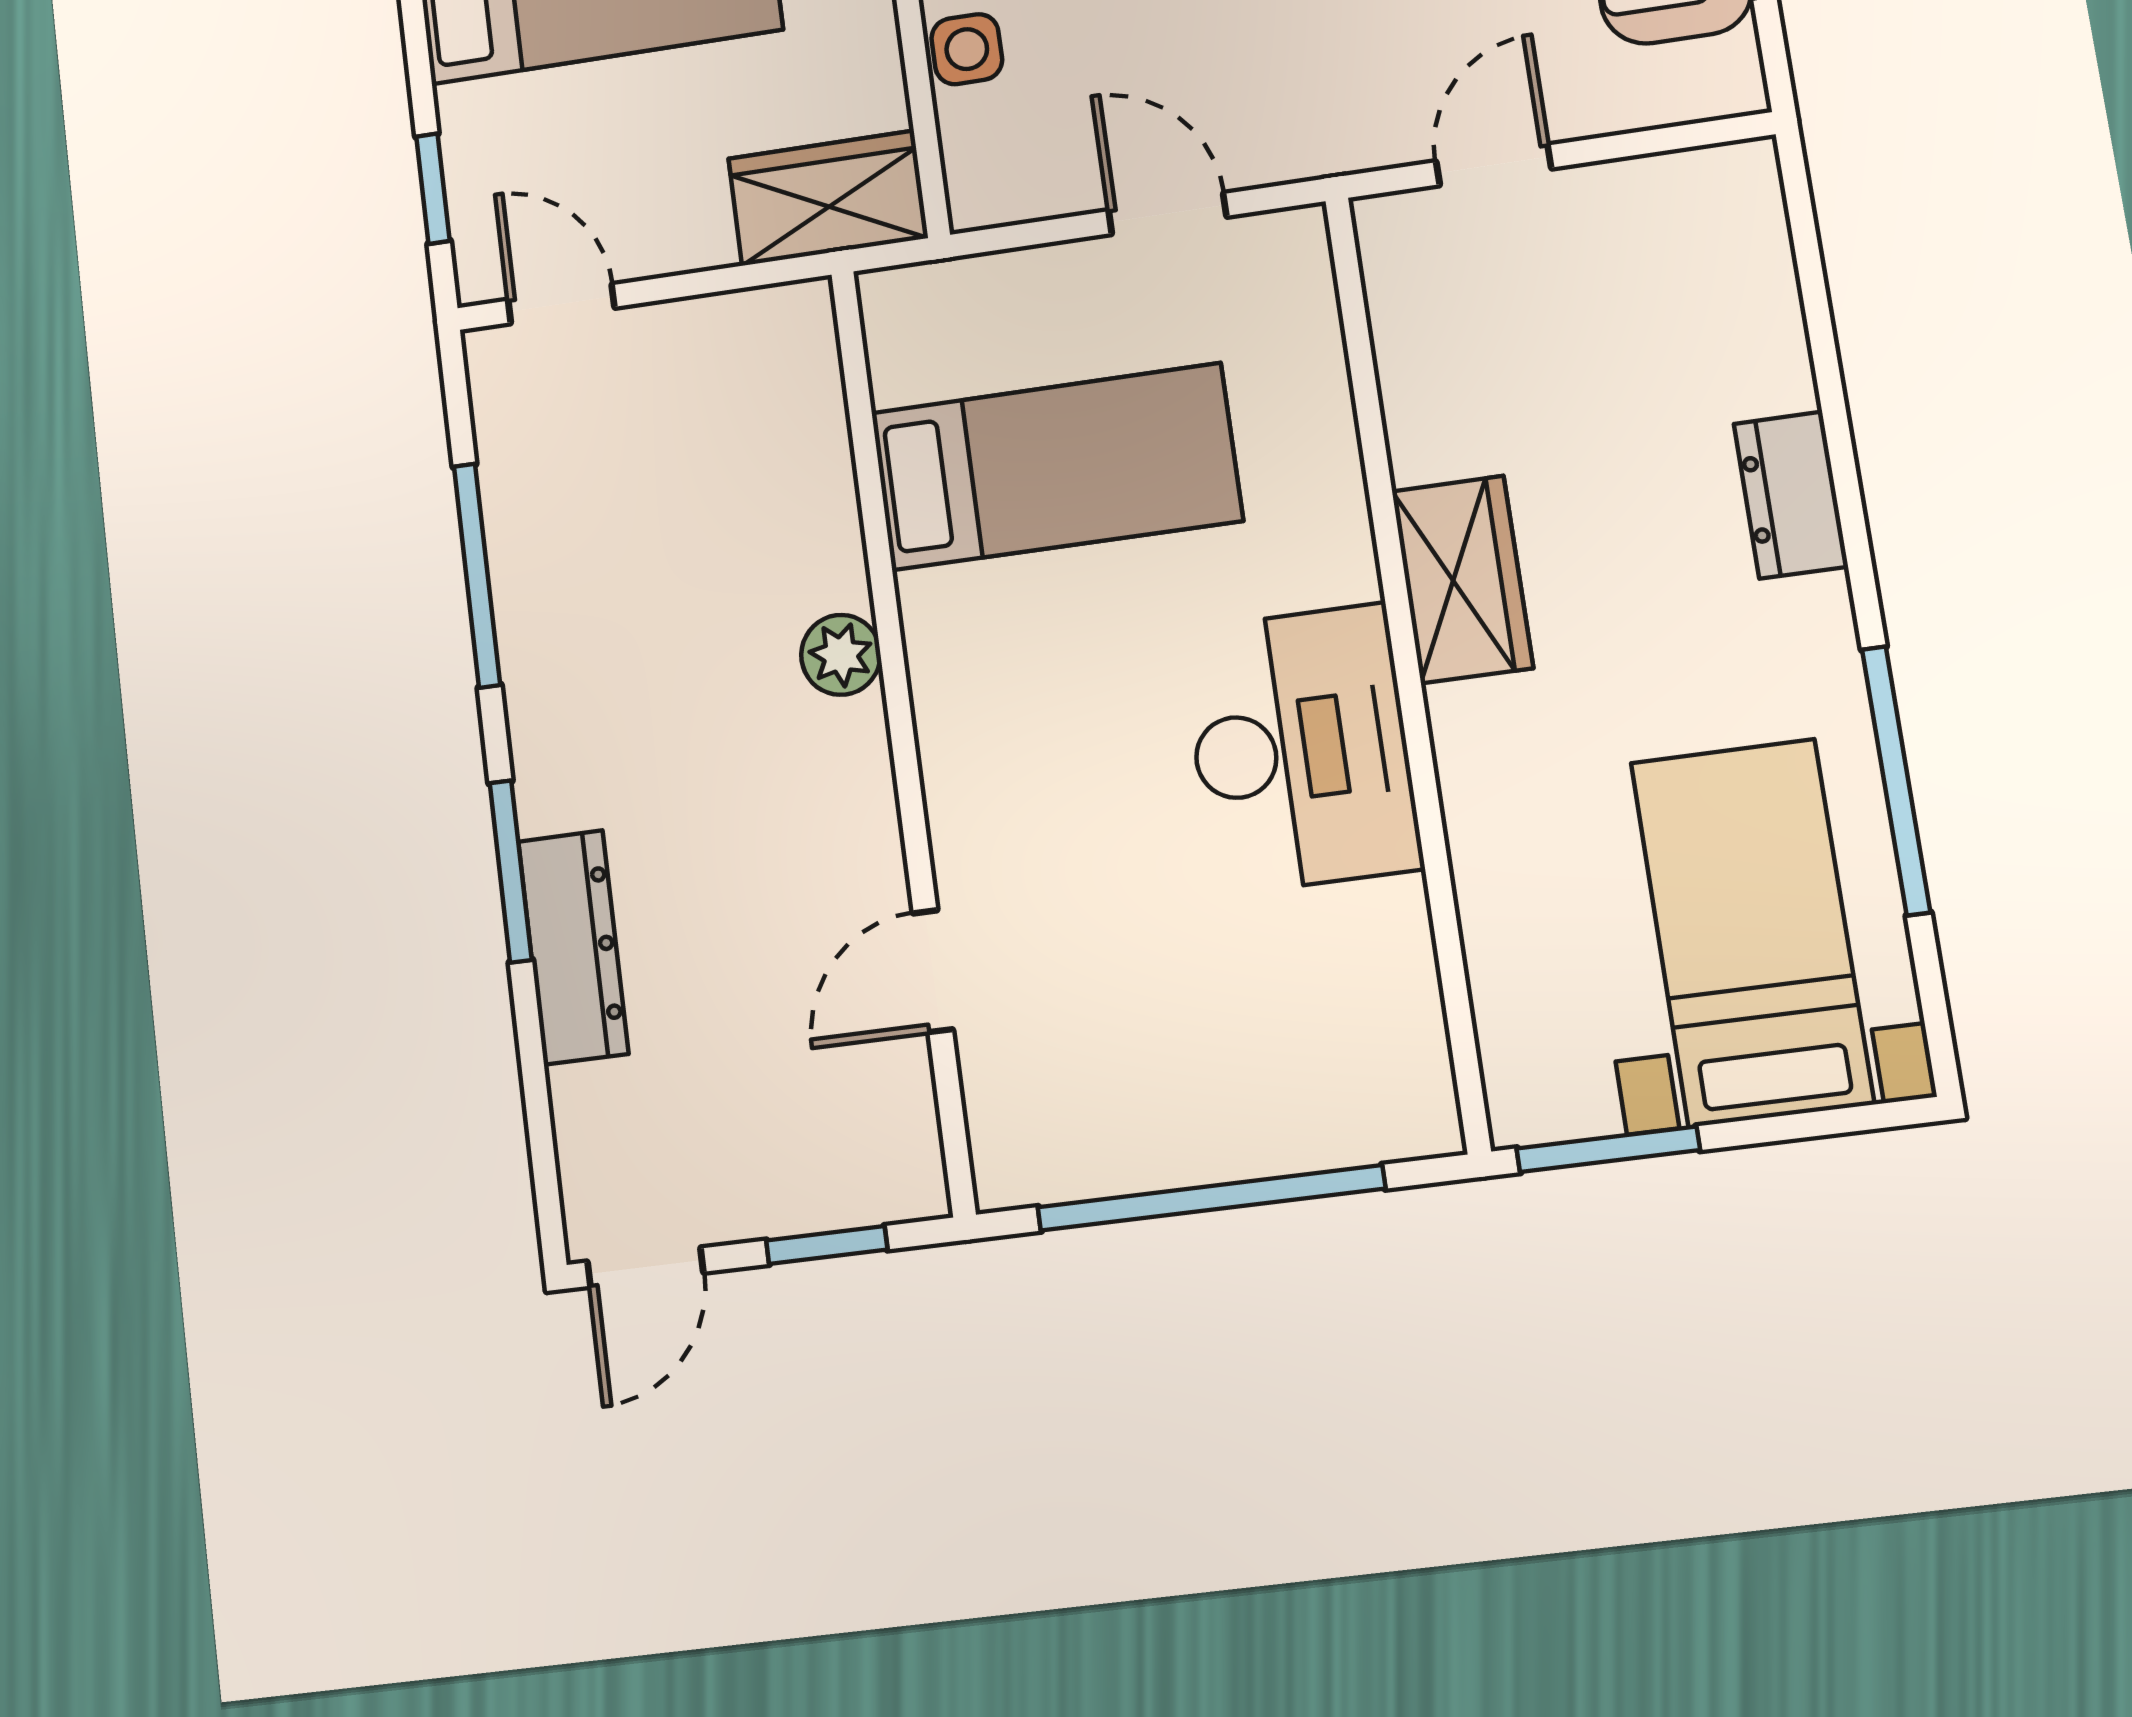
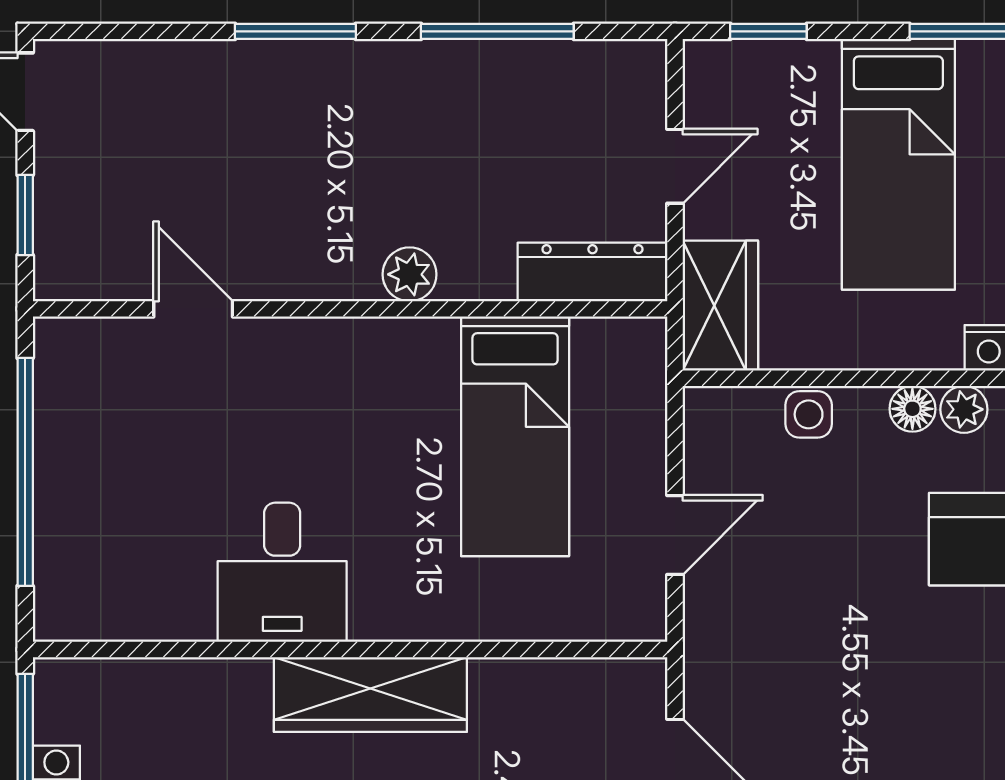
door: (561, 304) -> (675, 166), moved
wardrobe: (1462, 579) -> (370, 694), width x1.50
desk: (1301, 749) -> (282, 572), width x0.73
dresser: (573, 947) -> (592, 272), moved, turned 180

